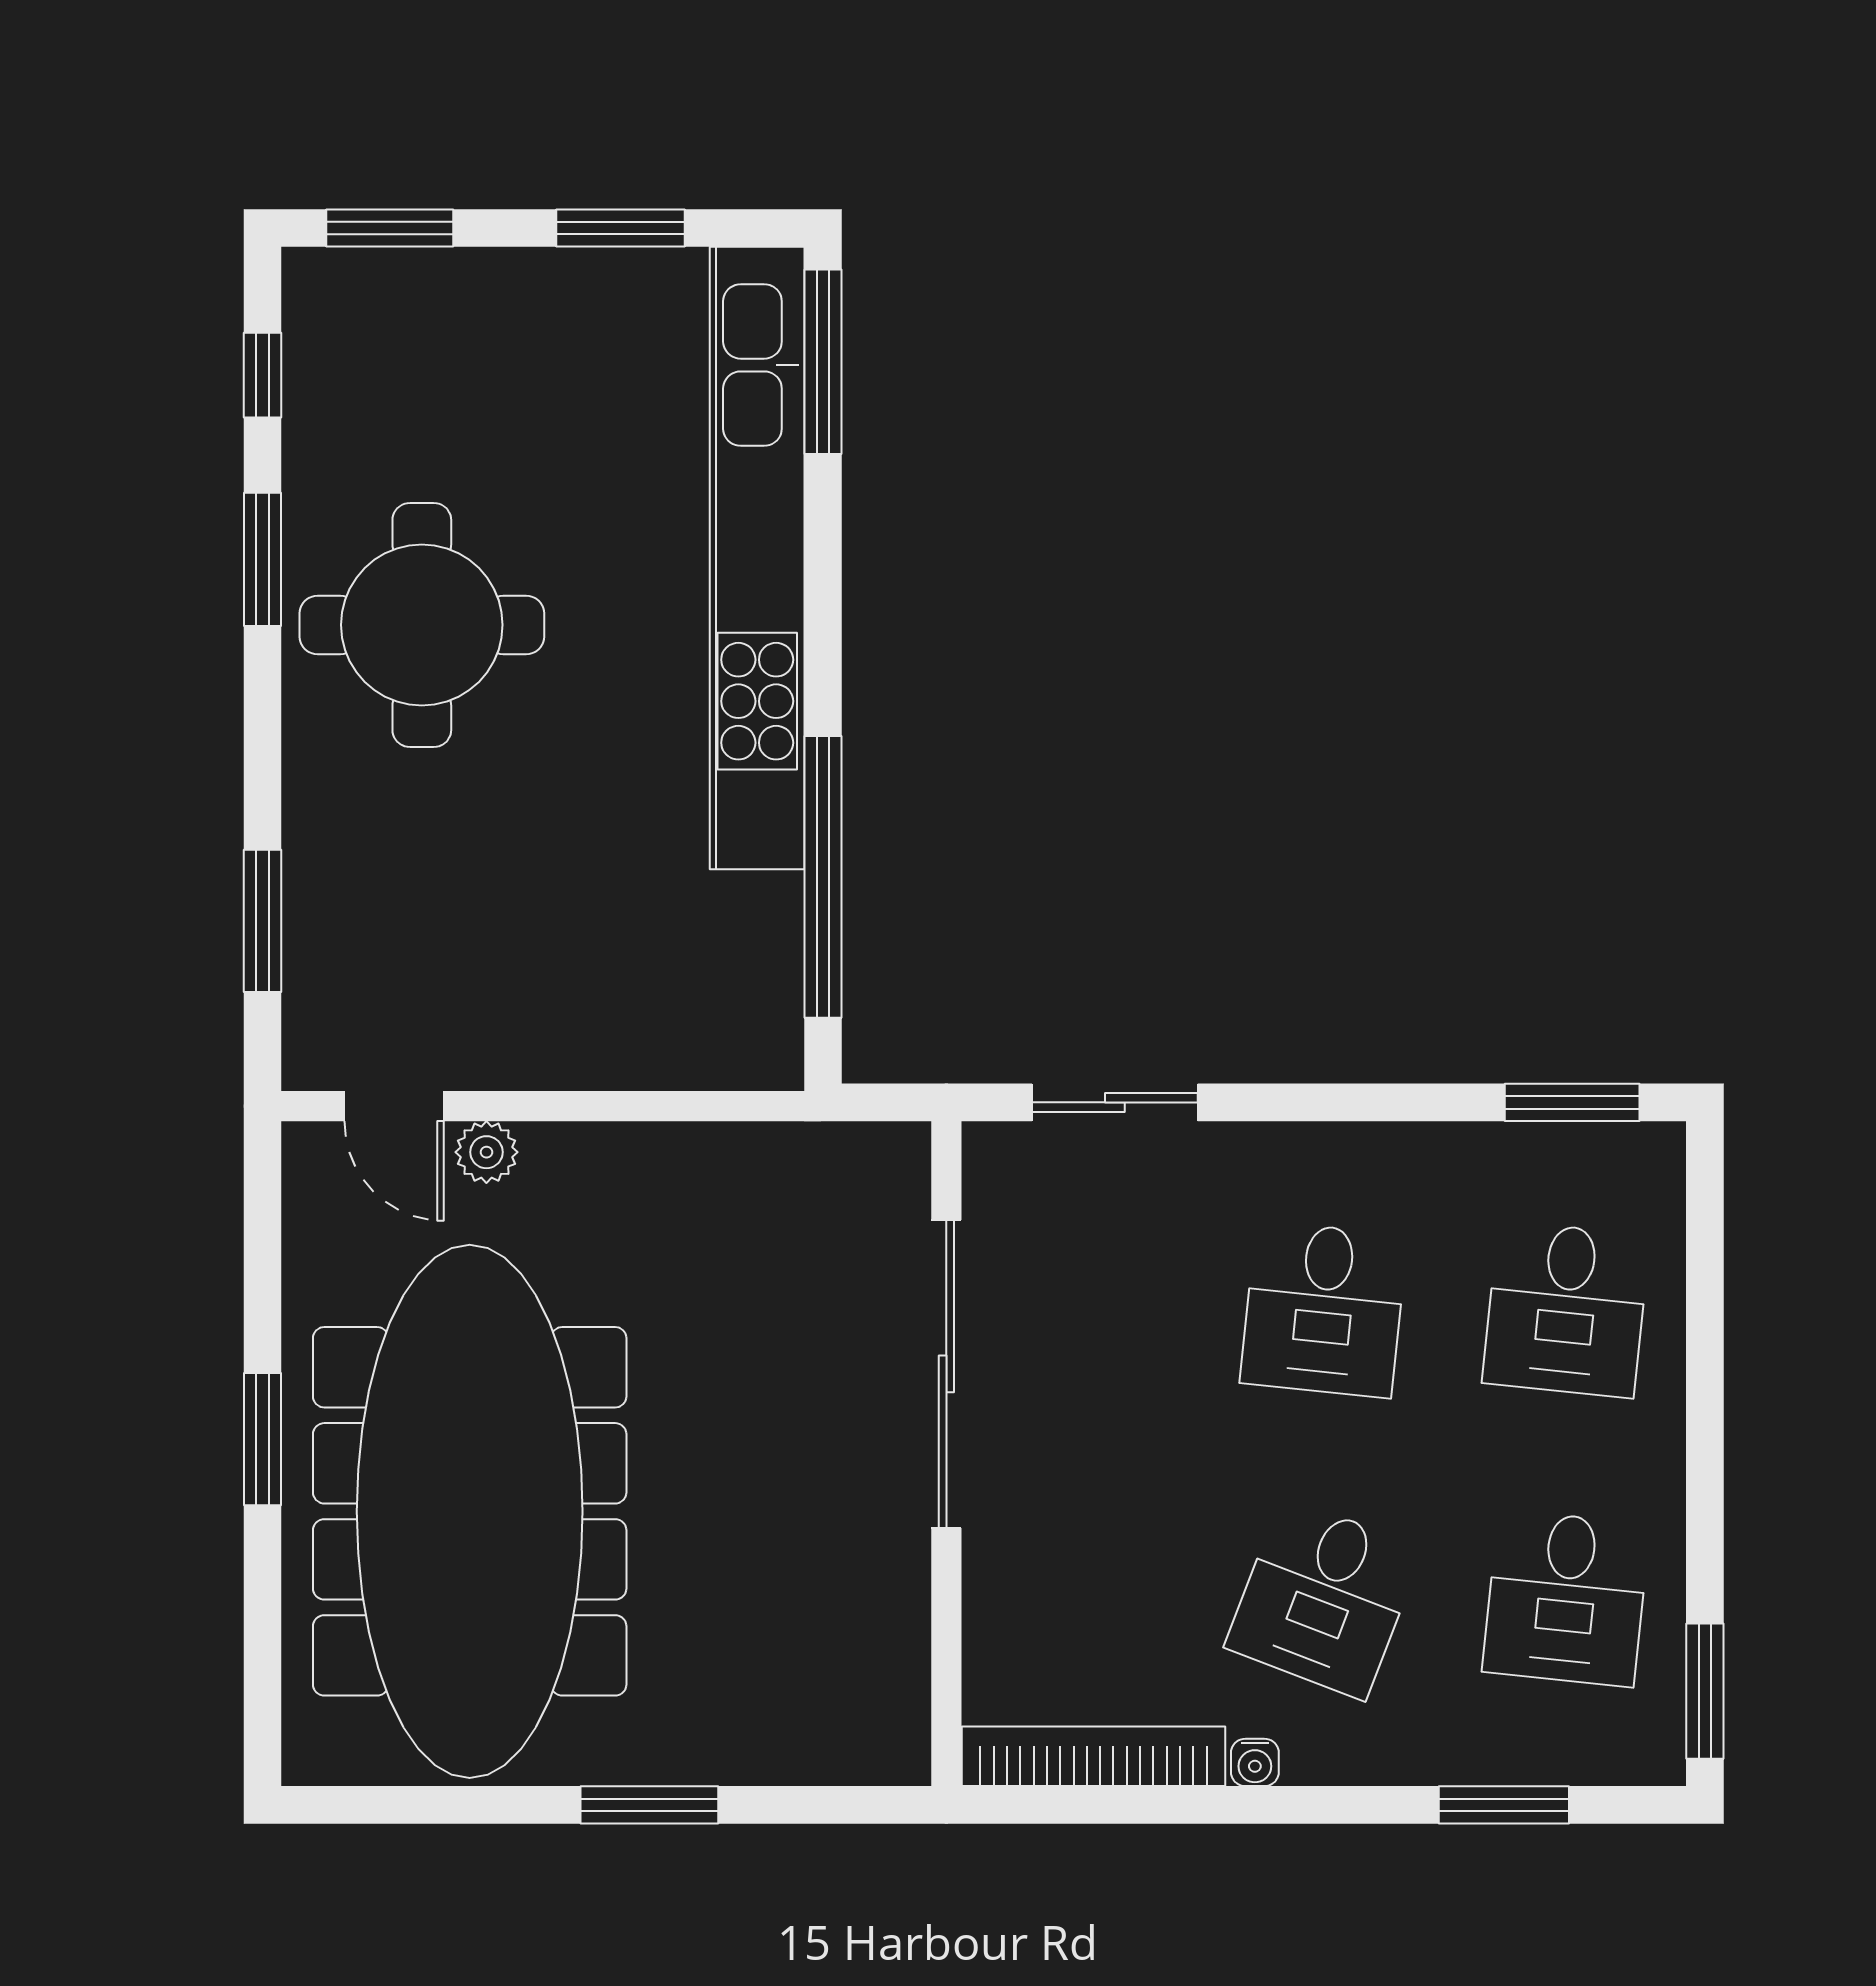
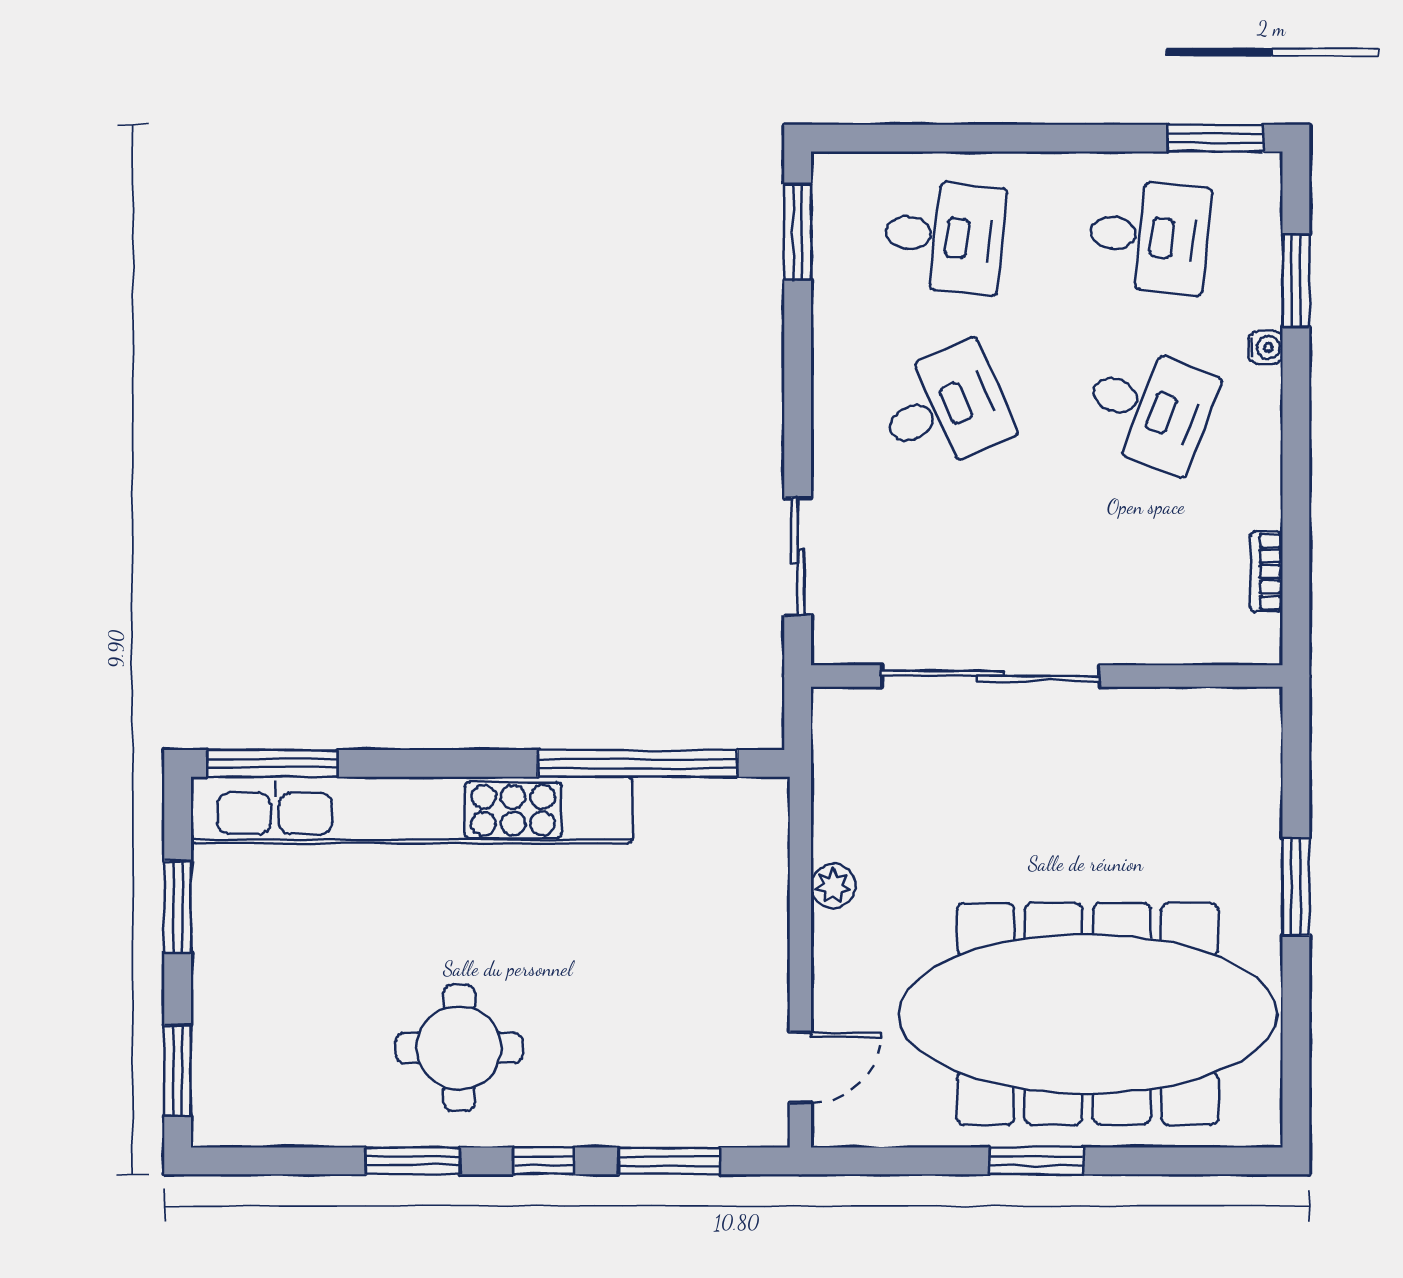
window: (263, 375) -> (543, 1161), moved
round table: (422, 625) -> (459, 1048), width x0.73, depth x0.73
plant: (486, 1152) -> (833, 886), moved
desk: (1324, 1309) -> (944, 408), turned -30
bookcase: (1093, 1756) -> (1266, 572), width x0.43, depth x0.76
water cooler: (1255, 1762) -> (1266, 347), moved

